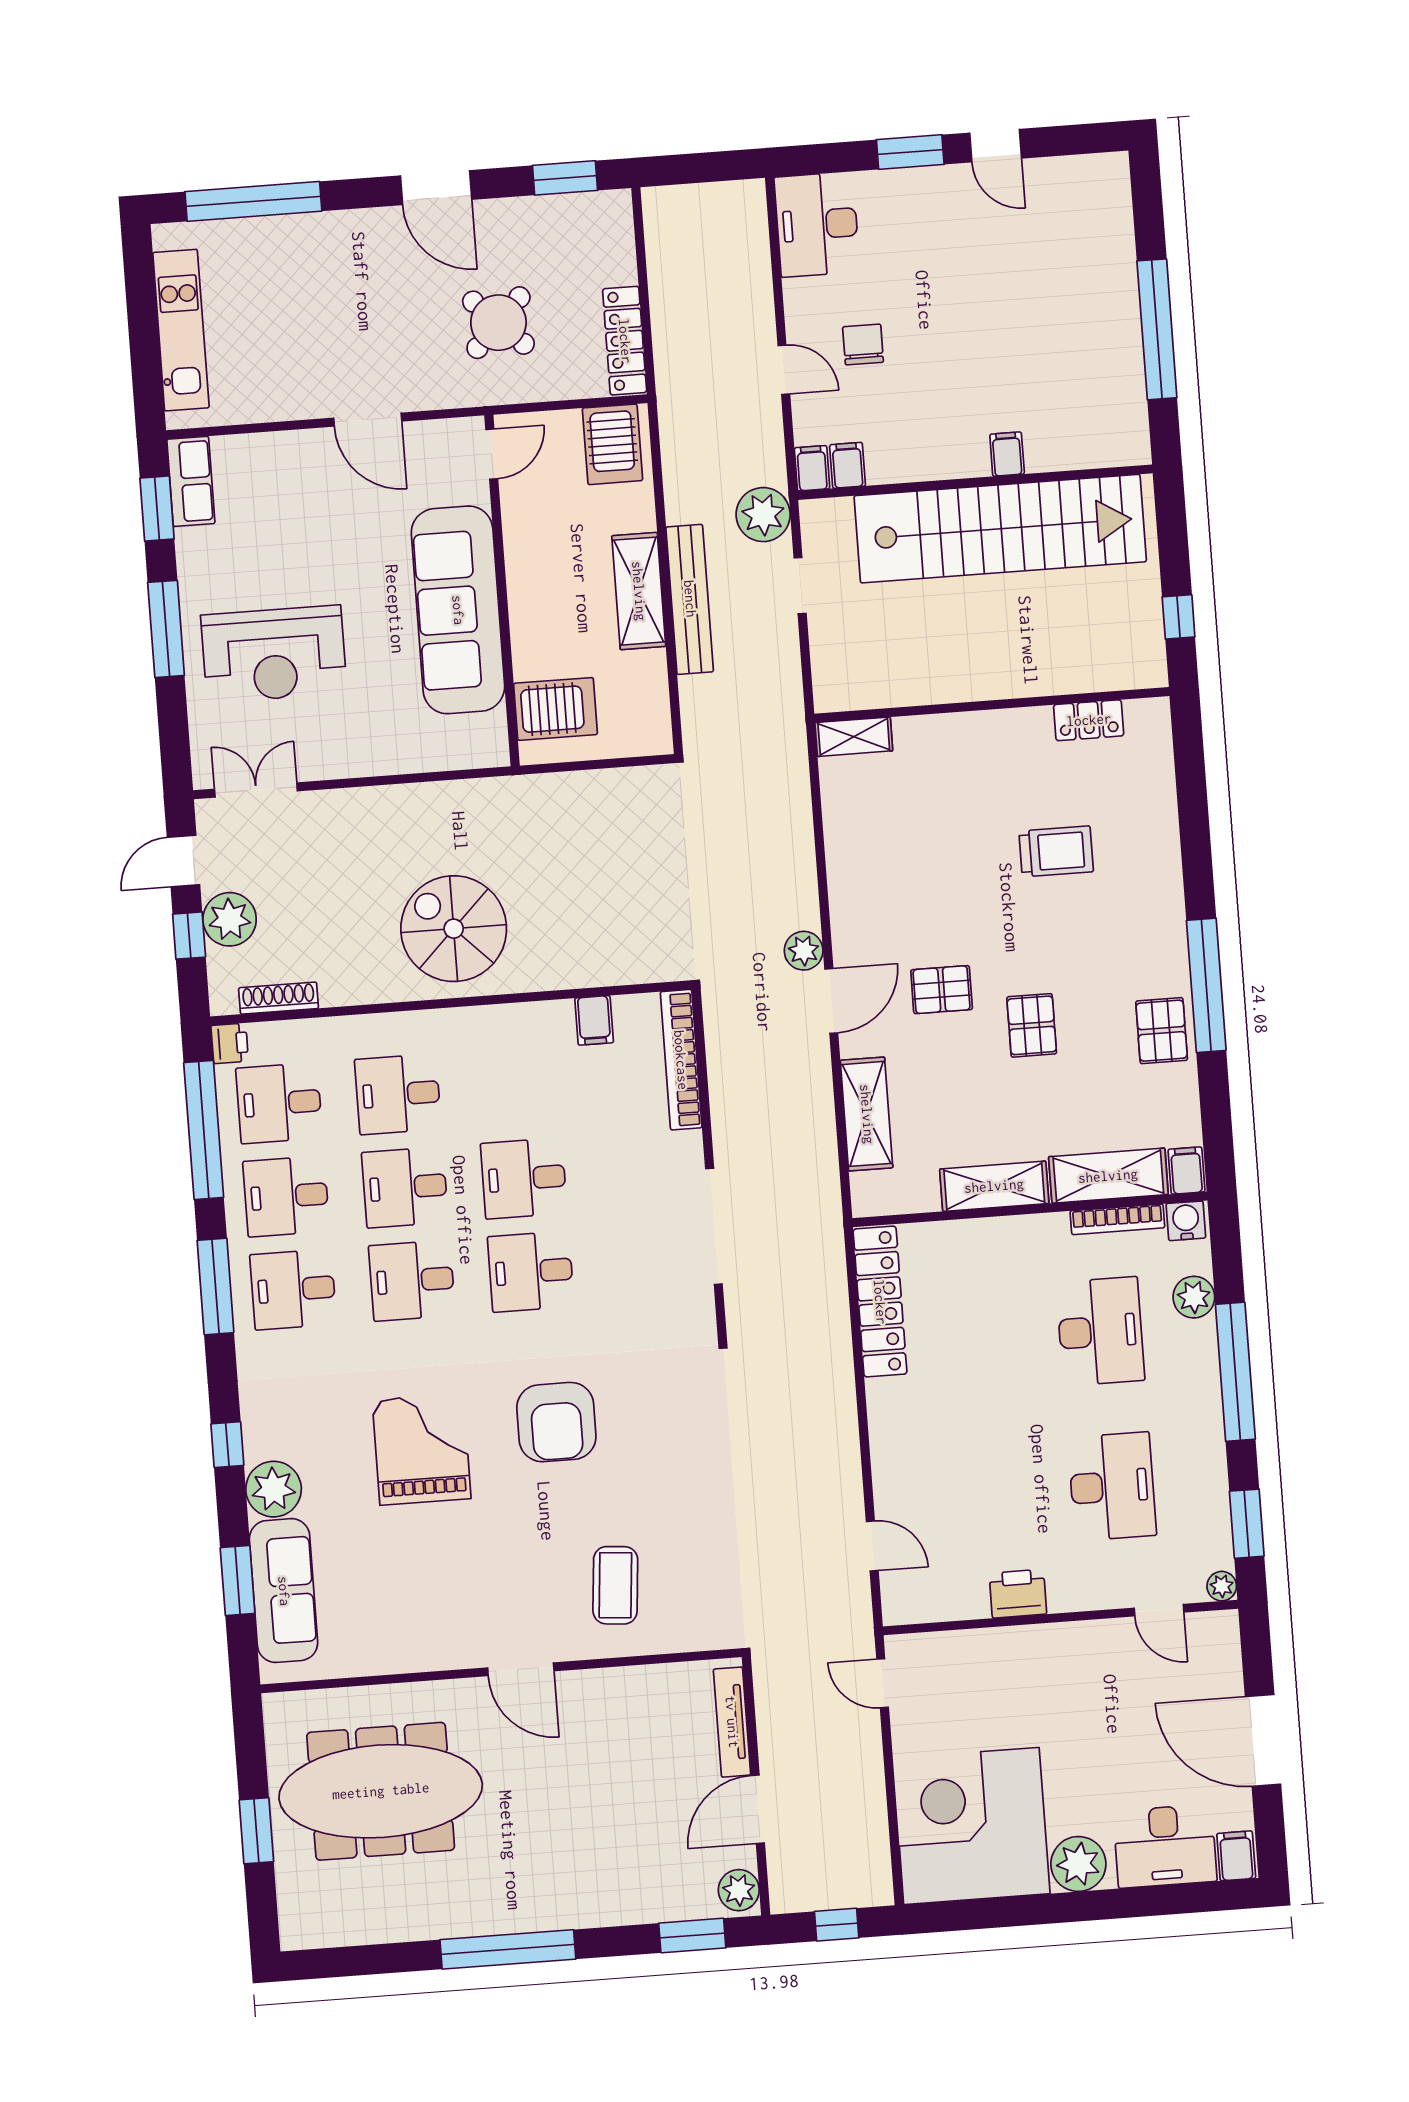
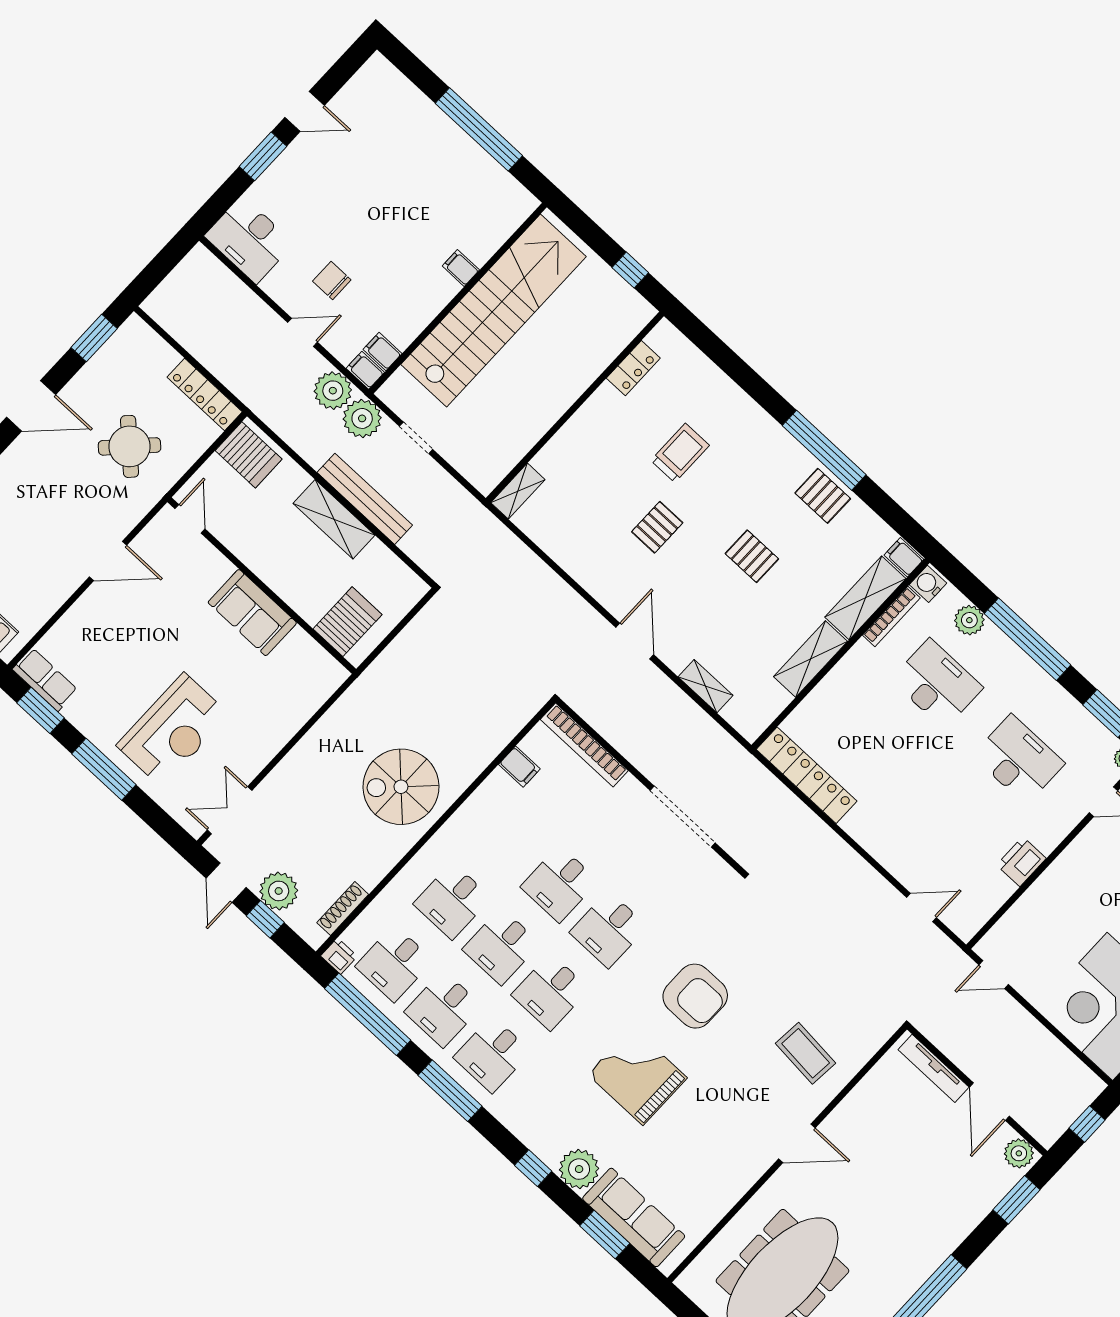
sofa: (458, 610) -> (252, 613), width x0.54, depth x0.79
plant: (804, 951) -> (333, 391), moved, width x1.36, depth x1.36
pallet: (942, 990) -> (657, 527), moved
shelving: (867, 1114) -> (705, 686), width x0.67, depth x0.75

